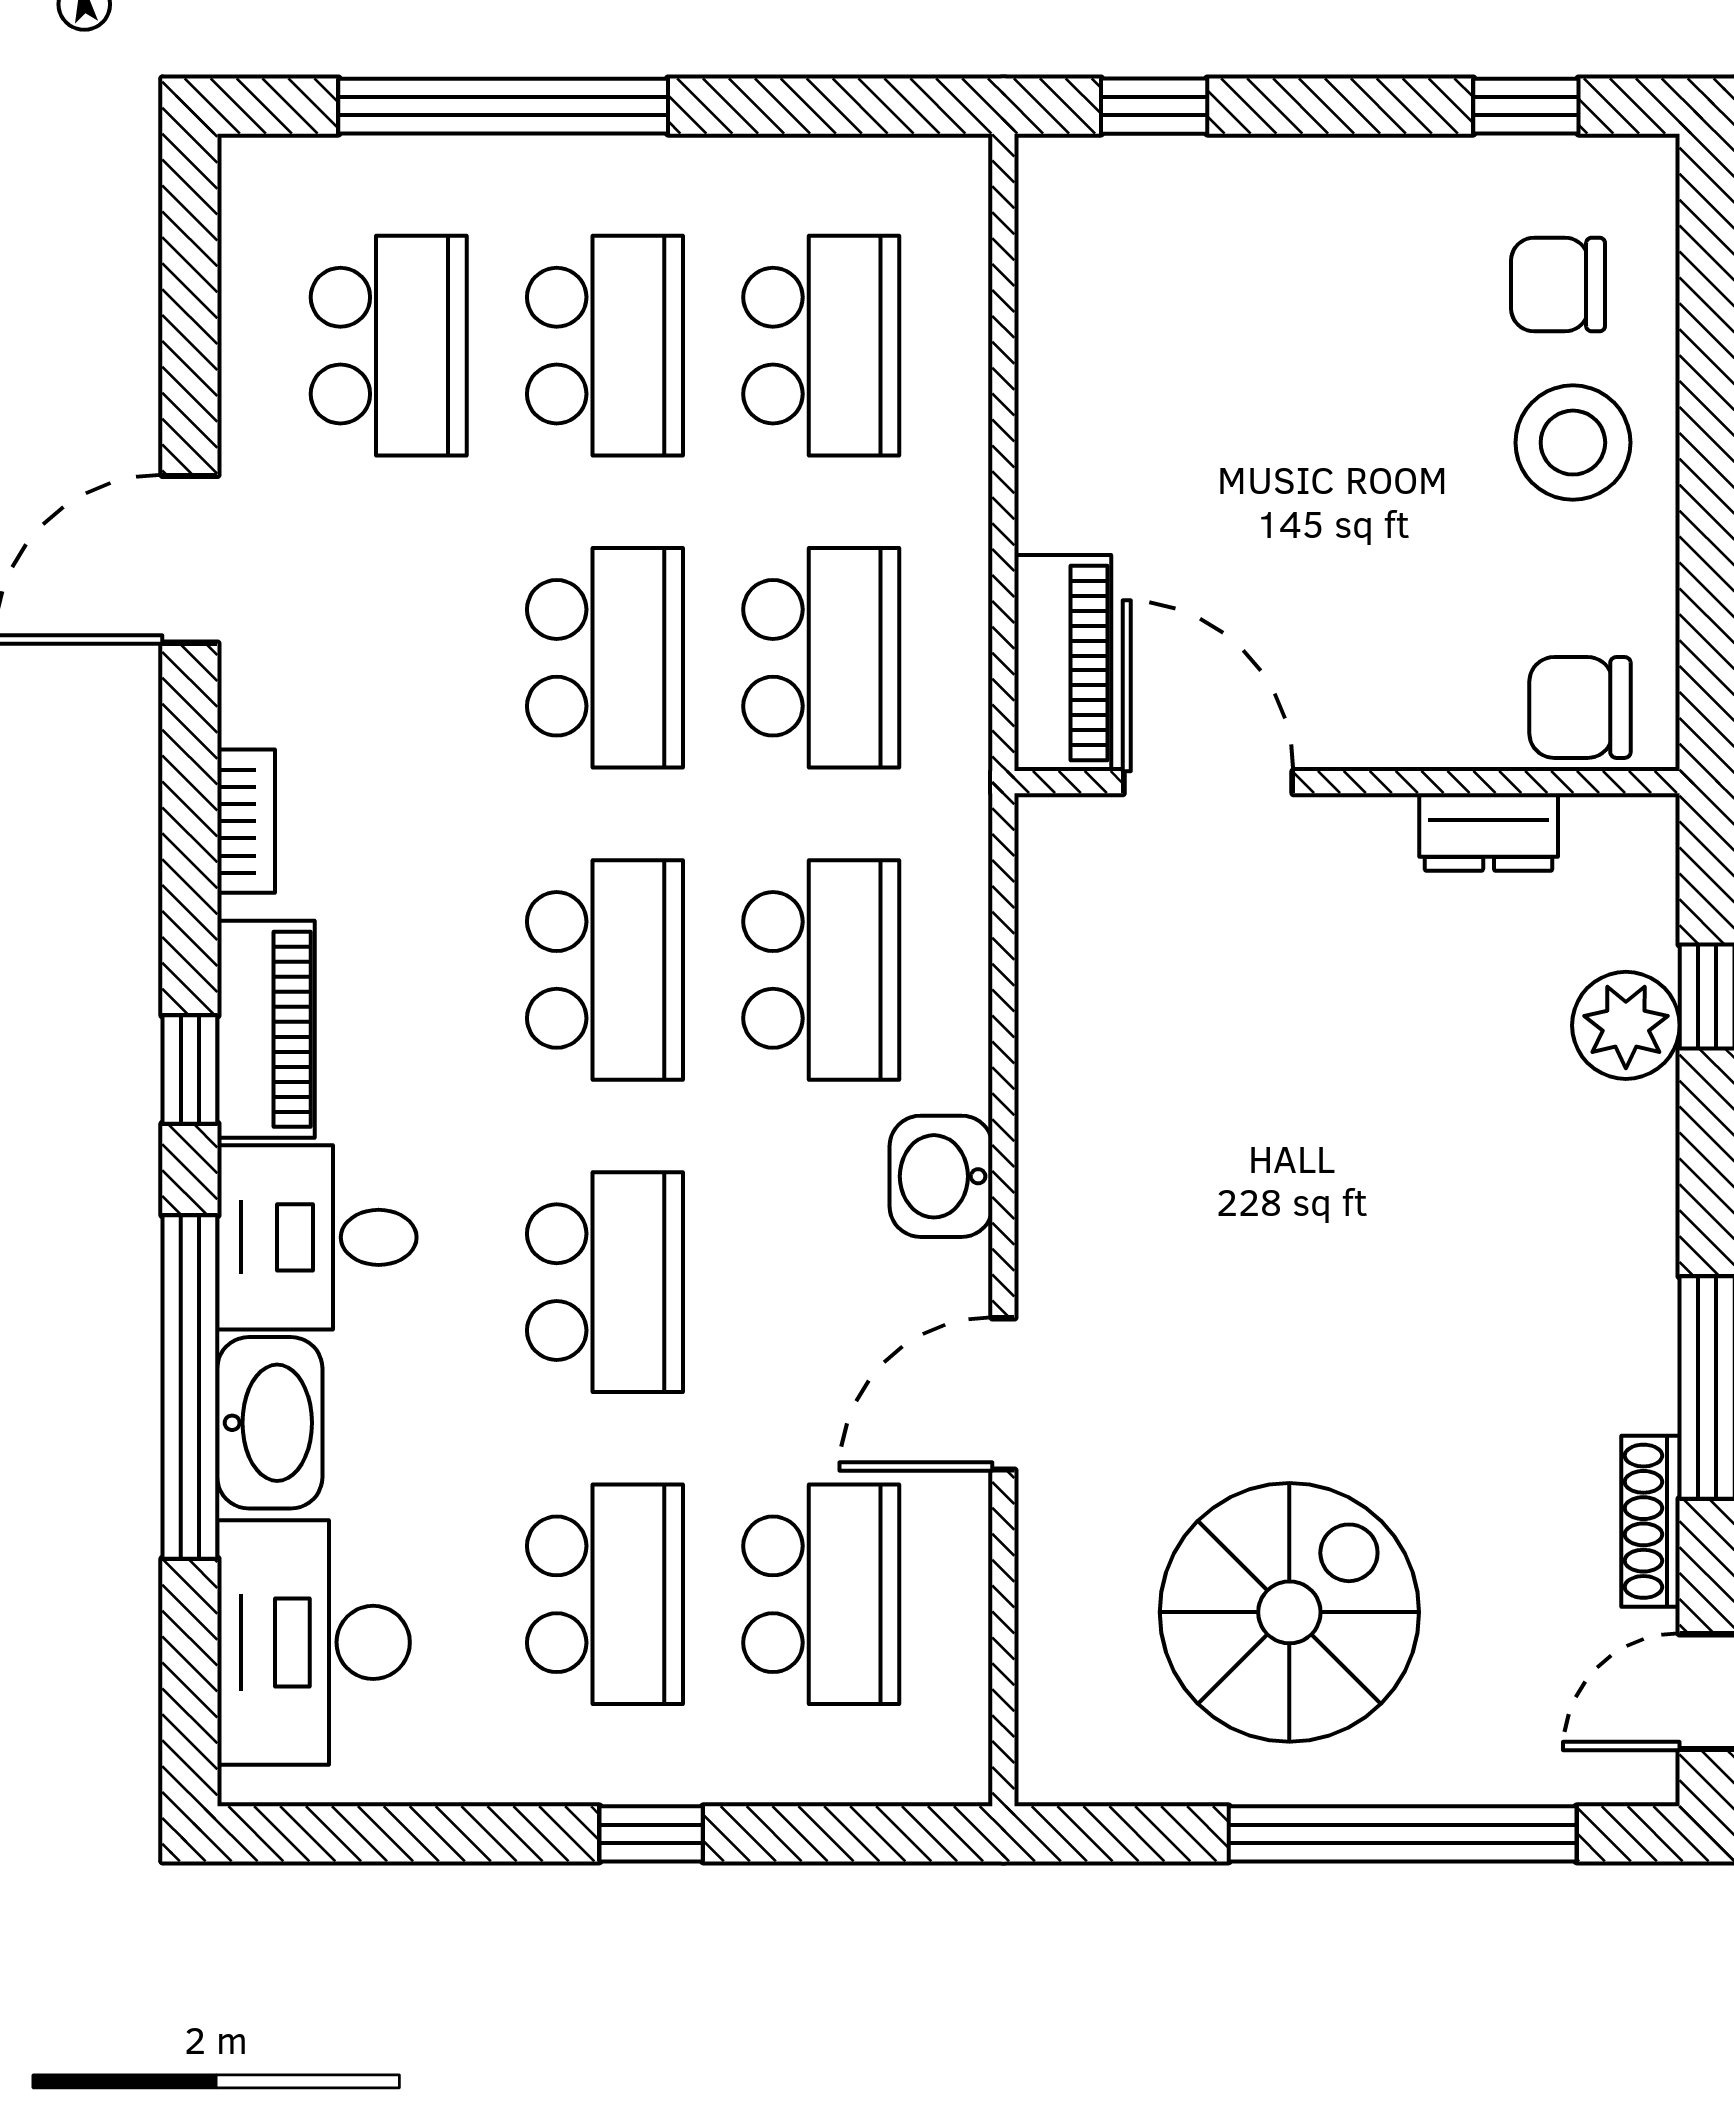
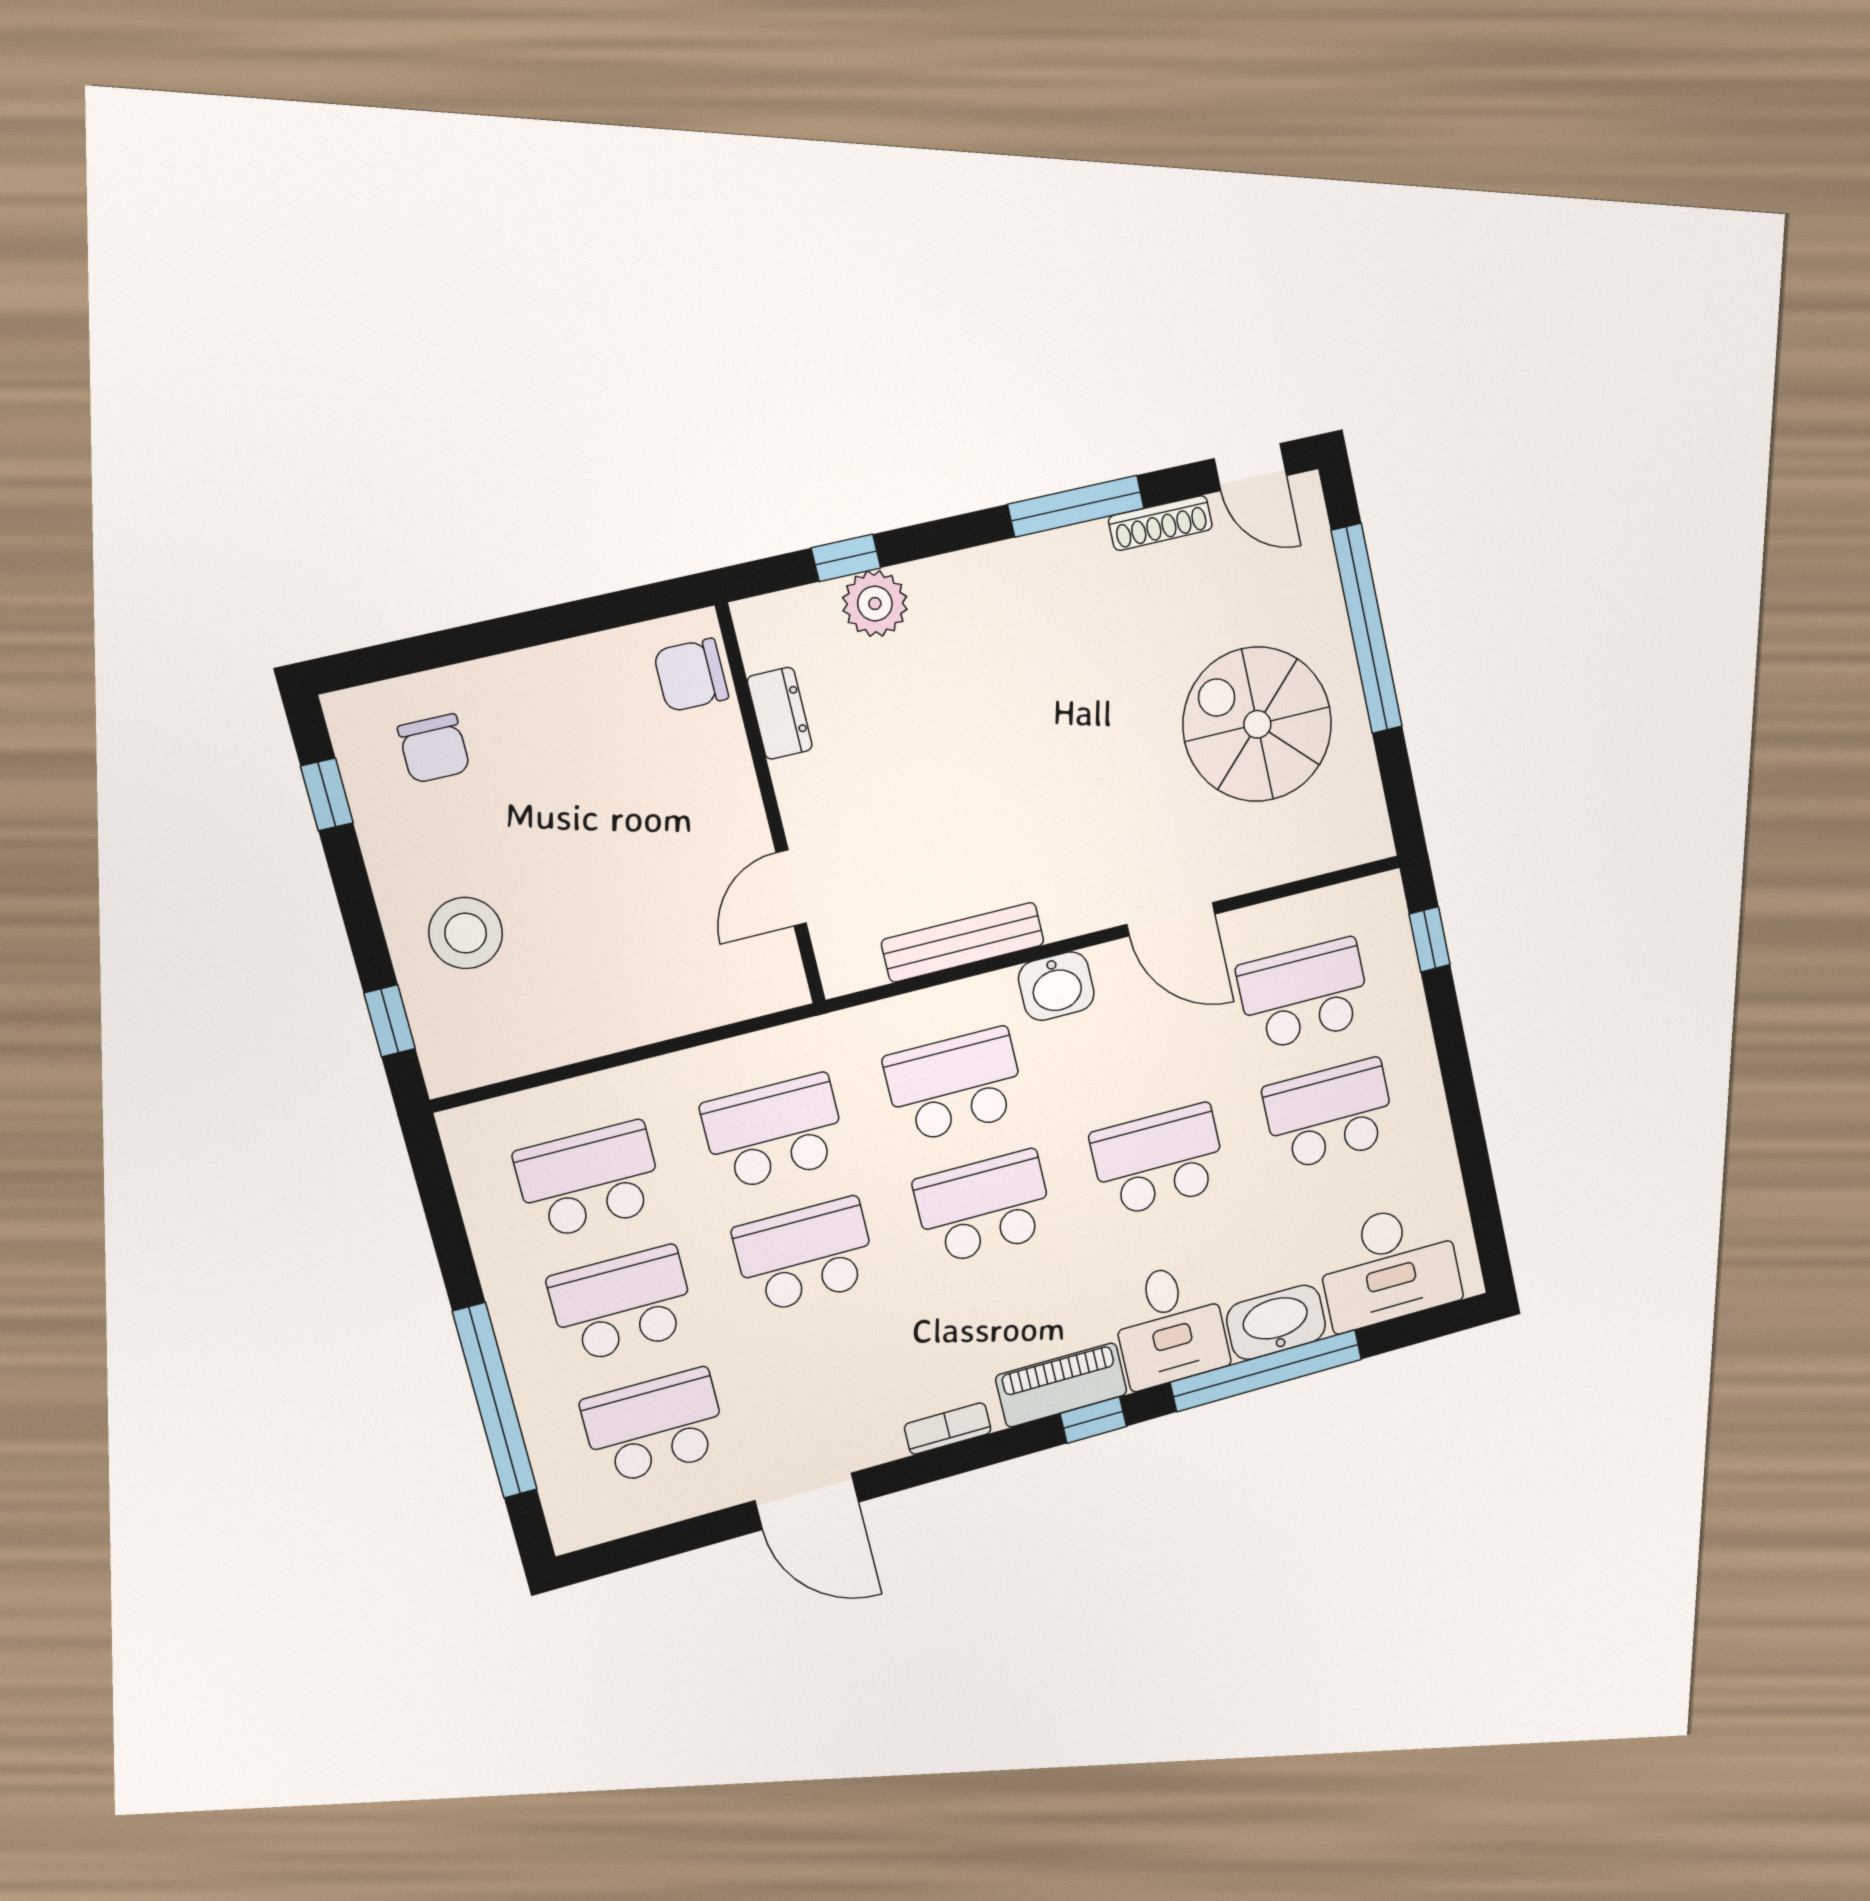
stool: (1573, 443) -> (466, 933), moved
piano: (1063, 663) -> (742, 991), removed
chair: (1580, 707) -> (691, 675), turned 90
door: (1208, 782) -> (791, 888), width x0.73
bench: (1052, 1039) -> (963, 942), added
window: (651, 1834) -> (1430, 939), moved

